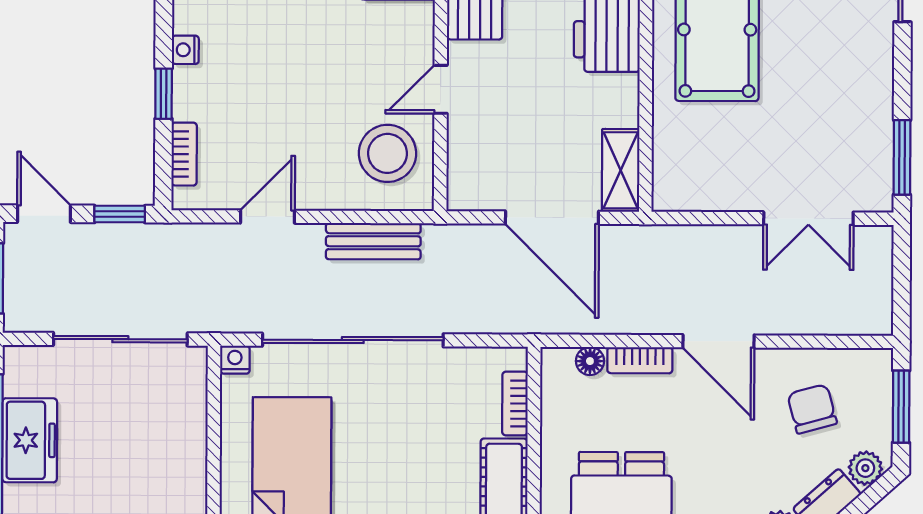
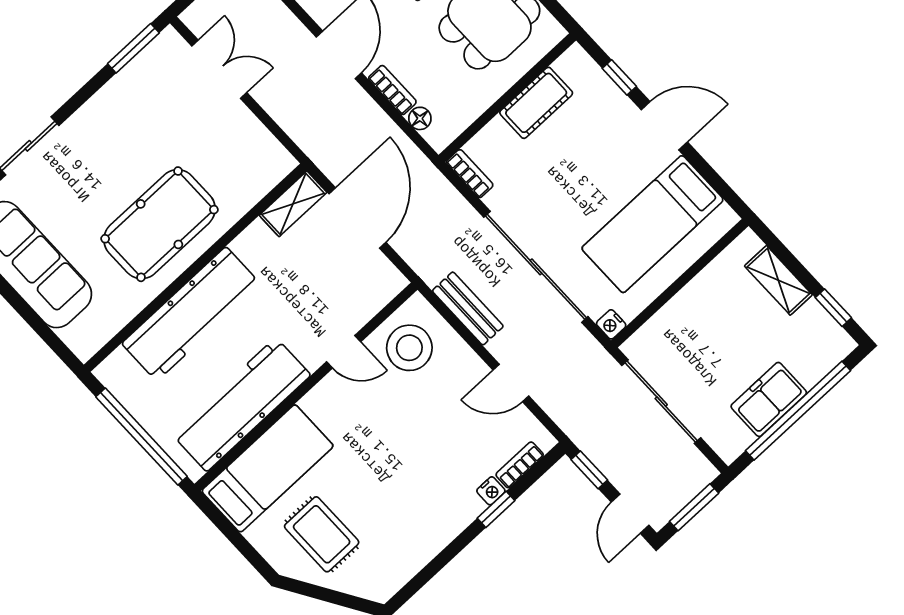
nightstand: (185, 50) -> (491, 491), moved
bookcase: (515, 403) -> (470, 174), moved, turned -90

